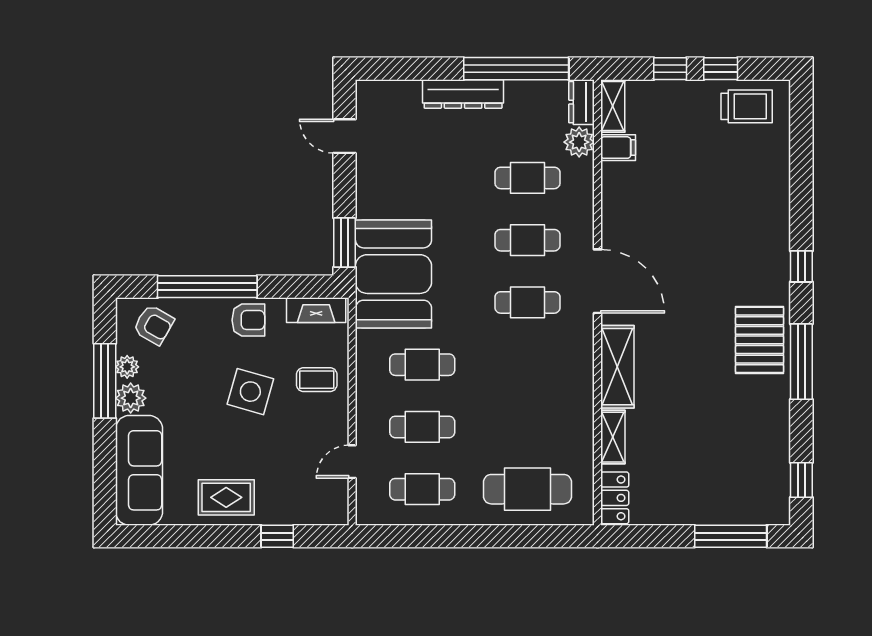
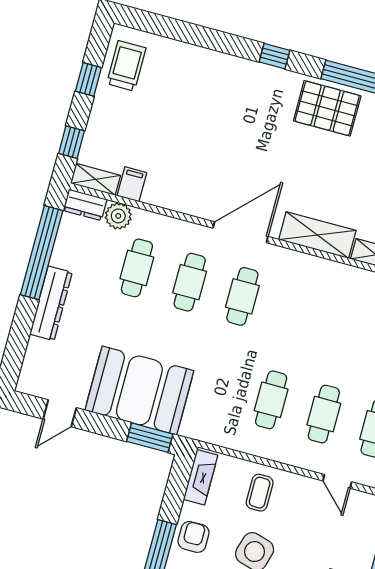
window: (670, 69) -> (71, 142), moved
booth: (393, 274) -> (139, 390), moved

